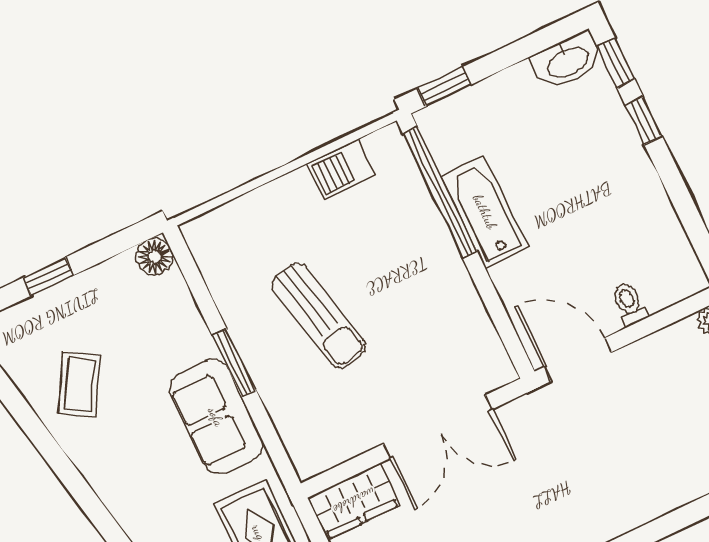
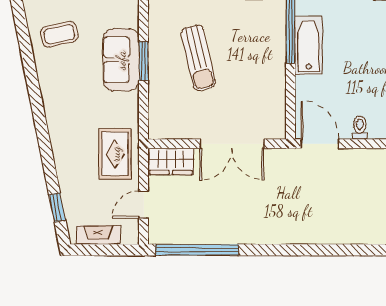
coffee table: (80, 384) -> (59, 34), turned 47
sofa: (216, 417) -> (121, 60), moved

